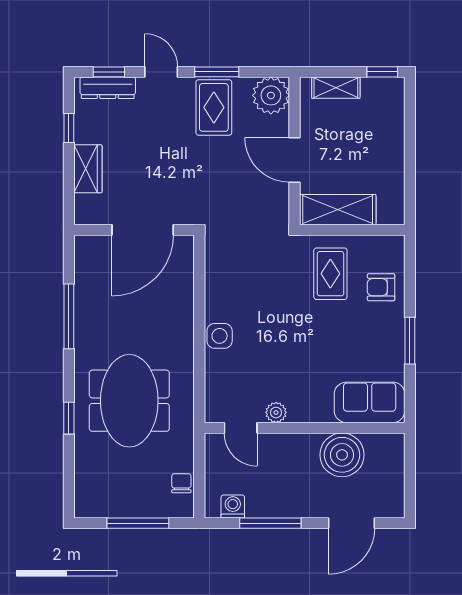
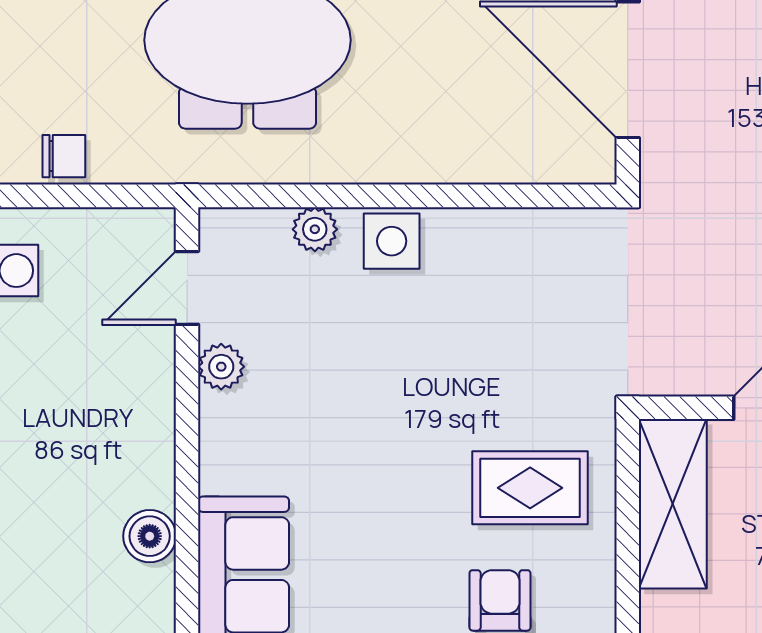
plant: (214, 370) -> (315, 229), added
boiler: (342, 455) -> (150, 536), width x0.54, depth x0.54

